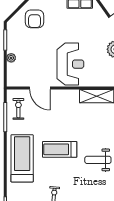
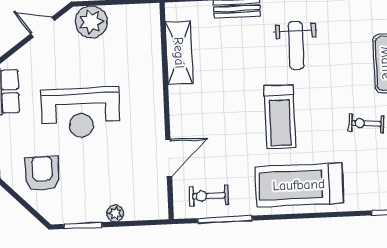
armchair: (35, 19) -> (42, 173), turned -90
reception desk: (70, 64) -> (81, 113), moved, turned 180

